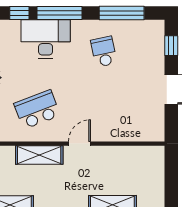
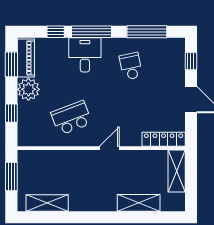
desk: (46, 39) -> (85, 55), width x0.73
locker: (140, 134) -> (164, 139), added
shelving: (39, 155) -> (177, 171), moved, turned 90

